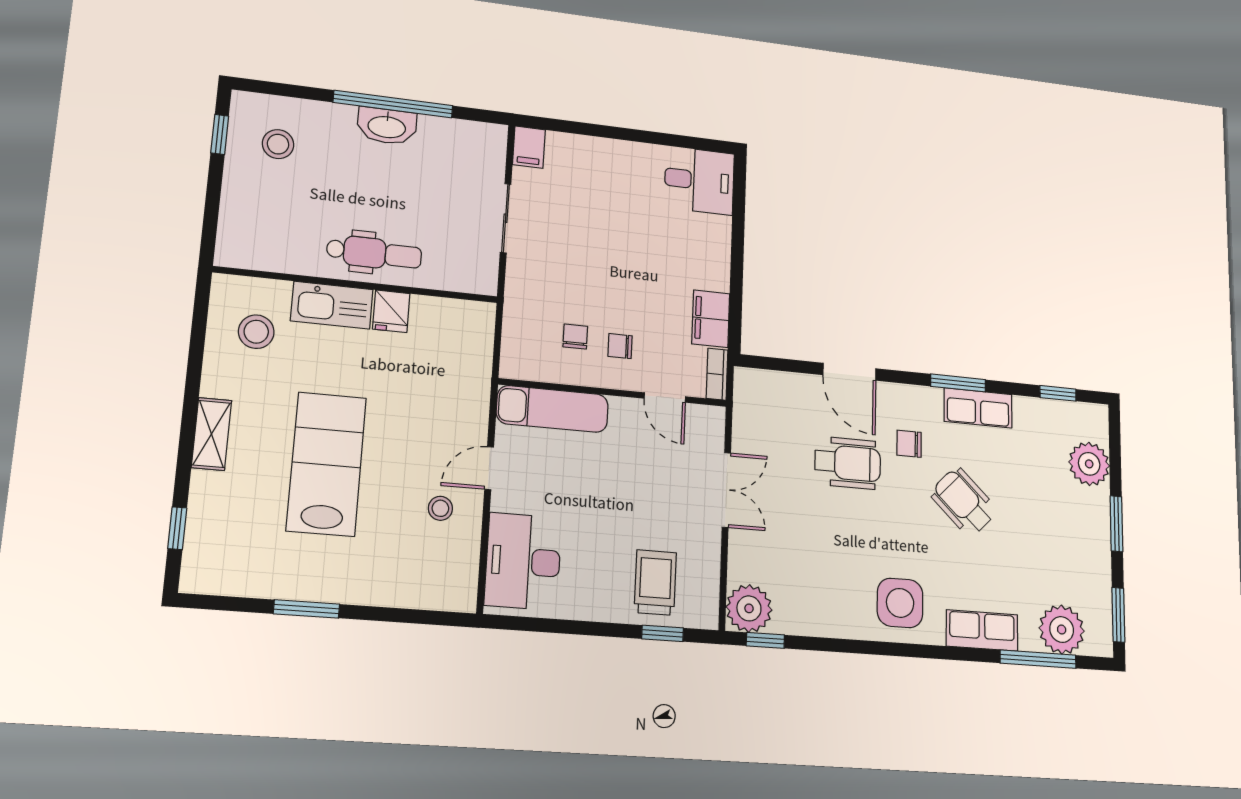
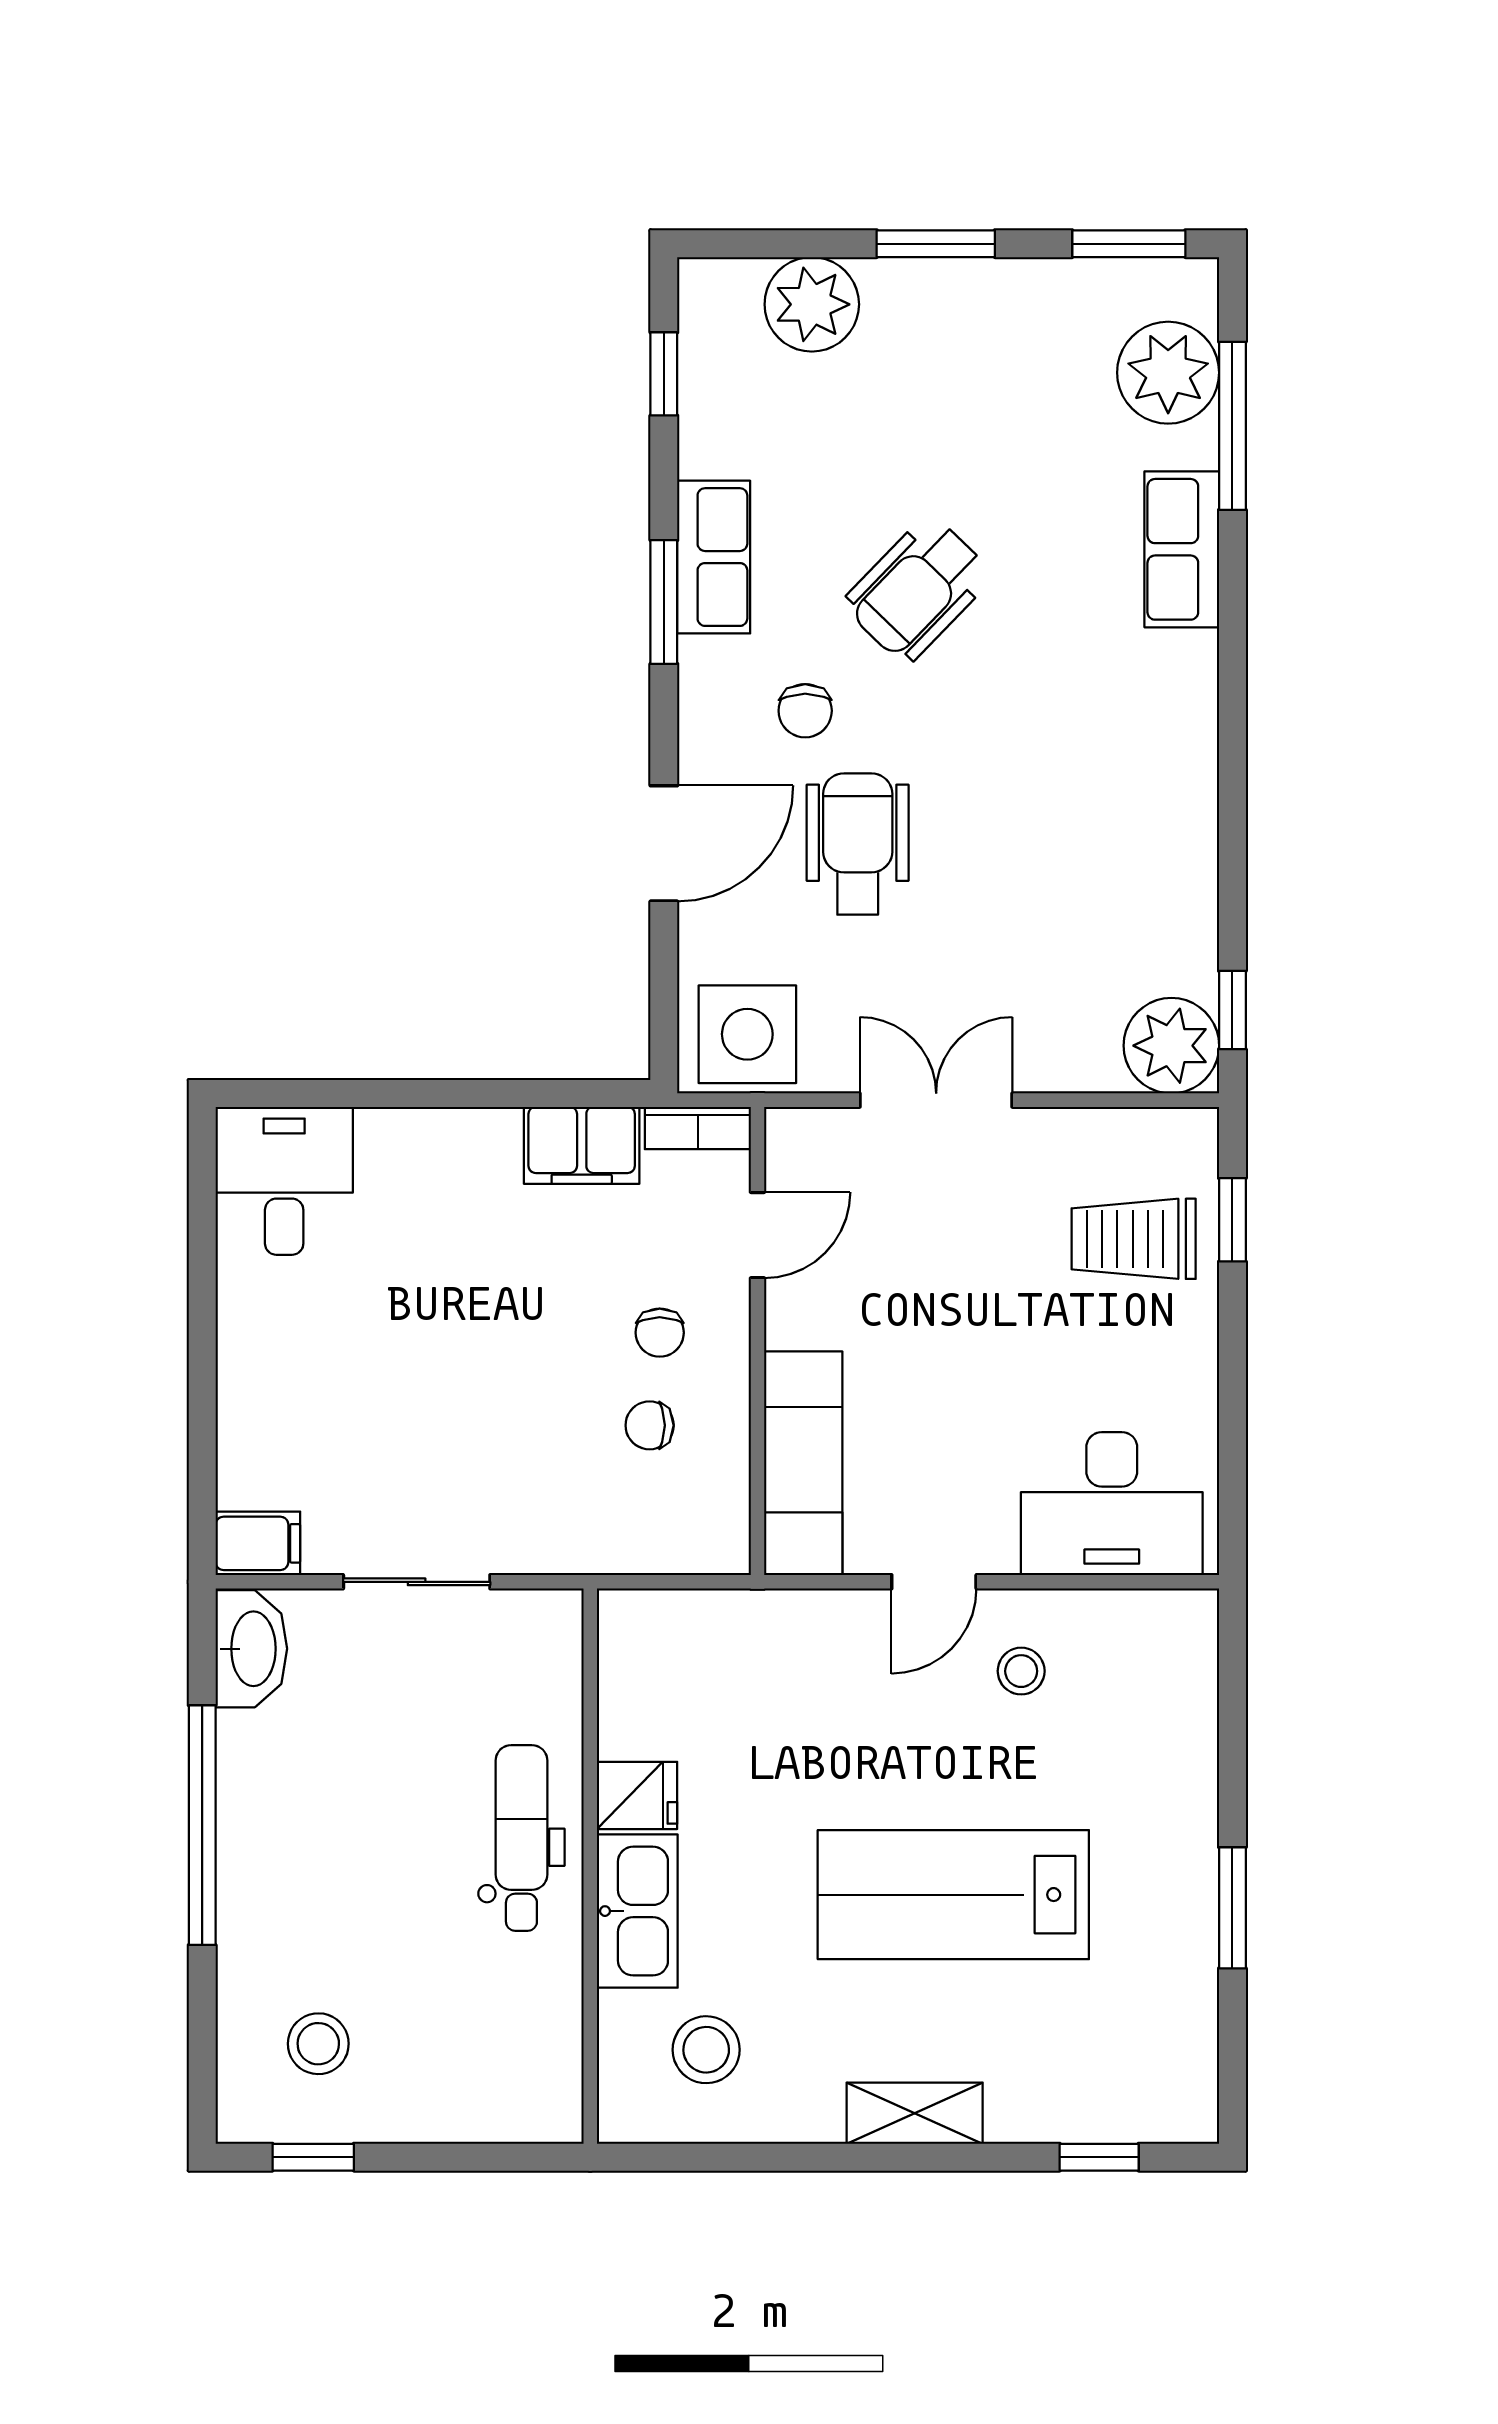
washbasin: (387, 126) -> (251, 1649), moved
door: (489, 468) -> (934, 1582), hinge flipped
side table: (900, 603) -> (747, 1034), moved

